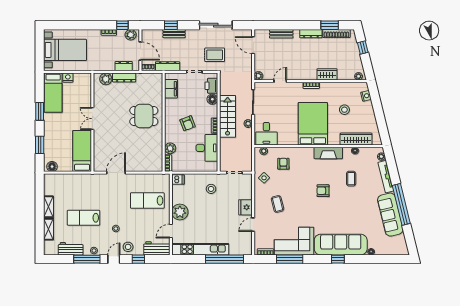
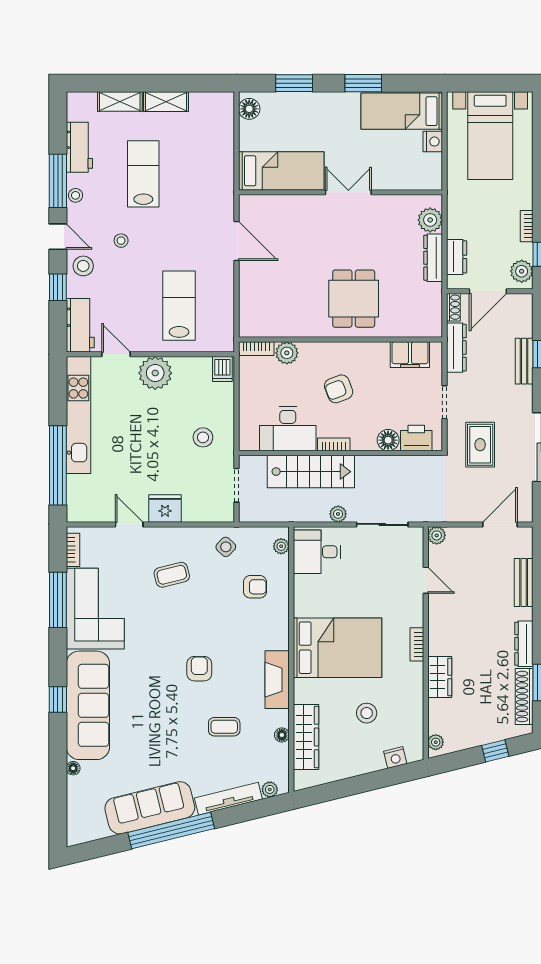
stairs: (228, 116) -> (311, 472), moved

